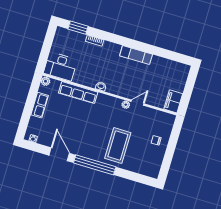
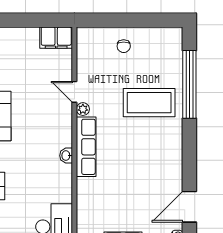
row of seats: (78, 93) -> (86, 147), moved
door: (59, 154) -> (189, 207), moved
window: (95, 165) -> (189, 84), moved

